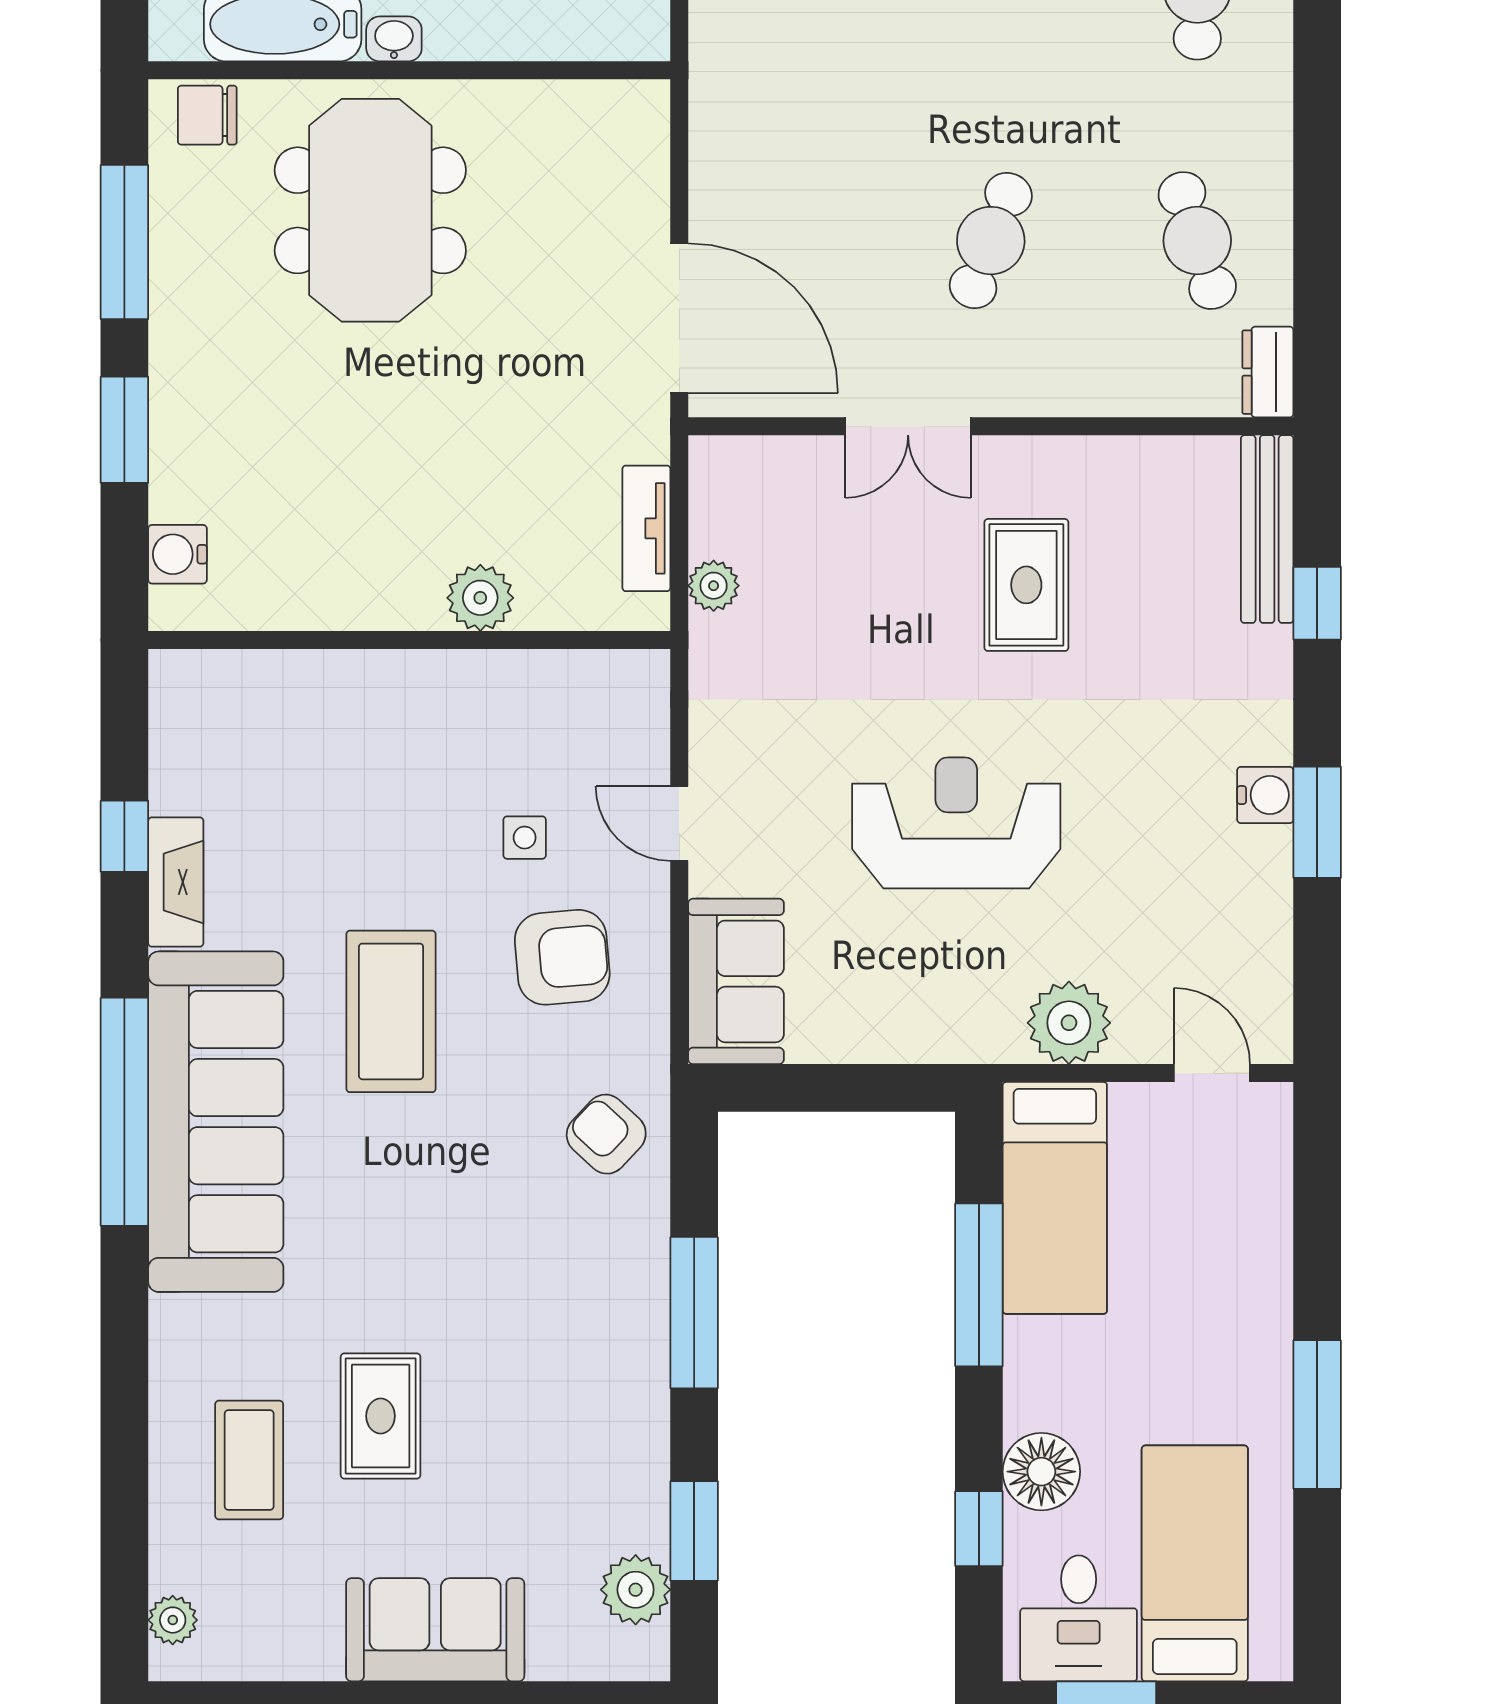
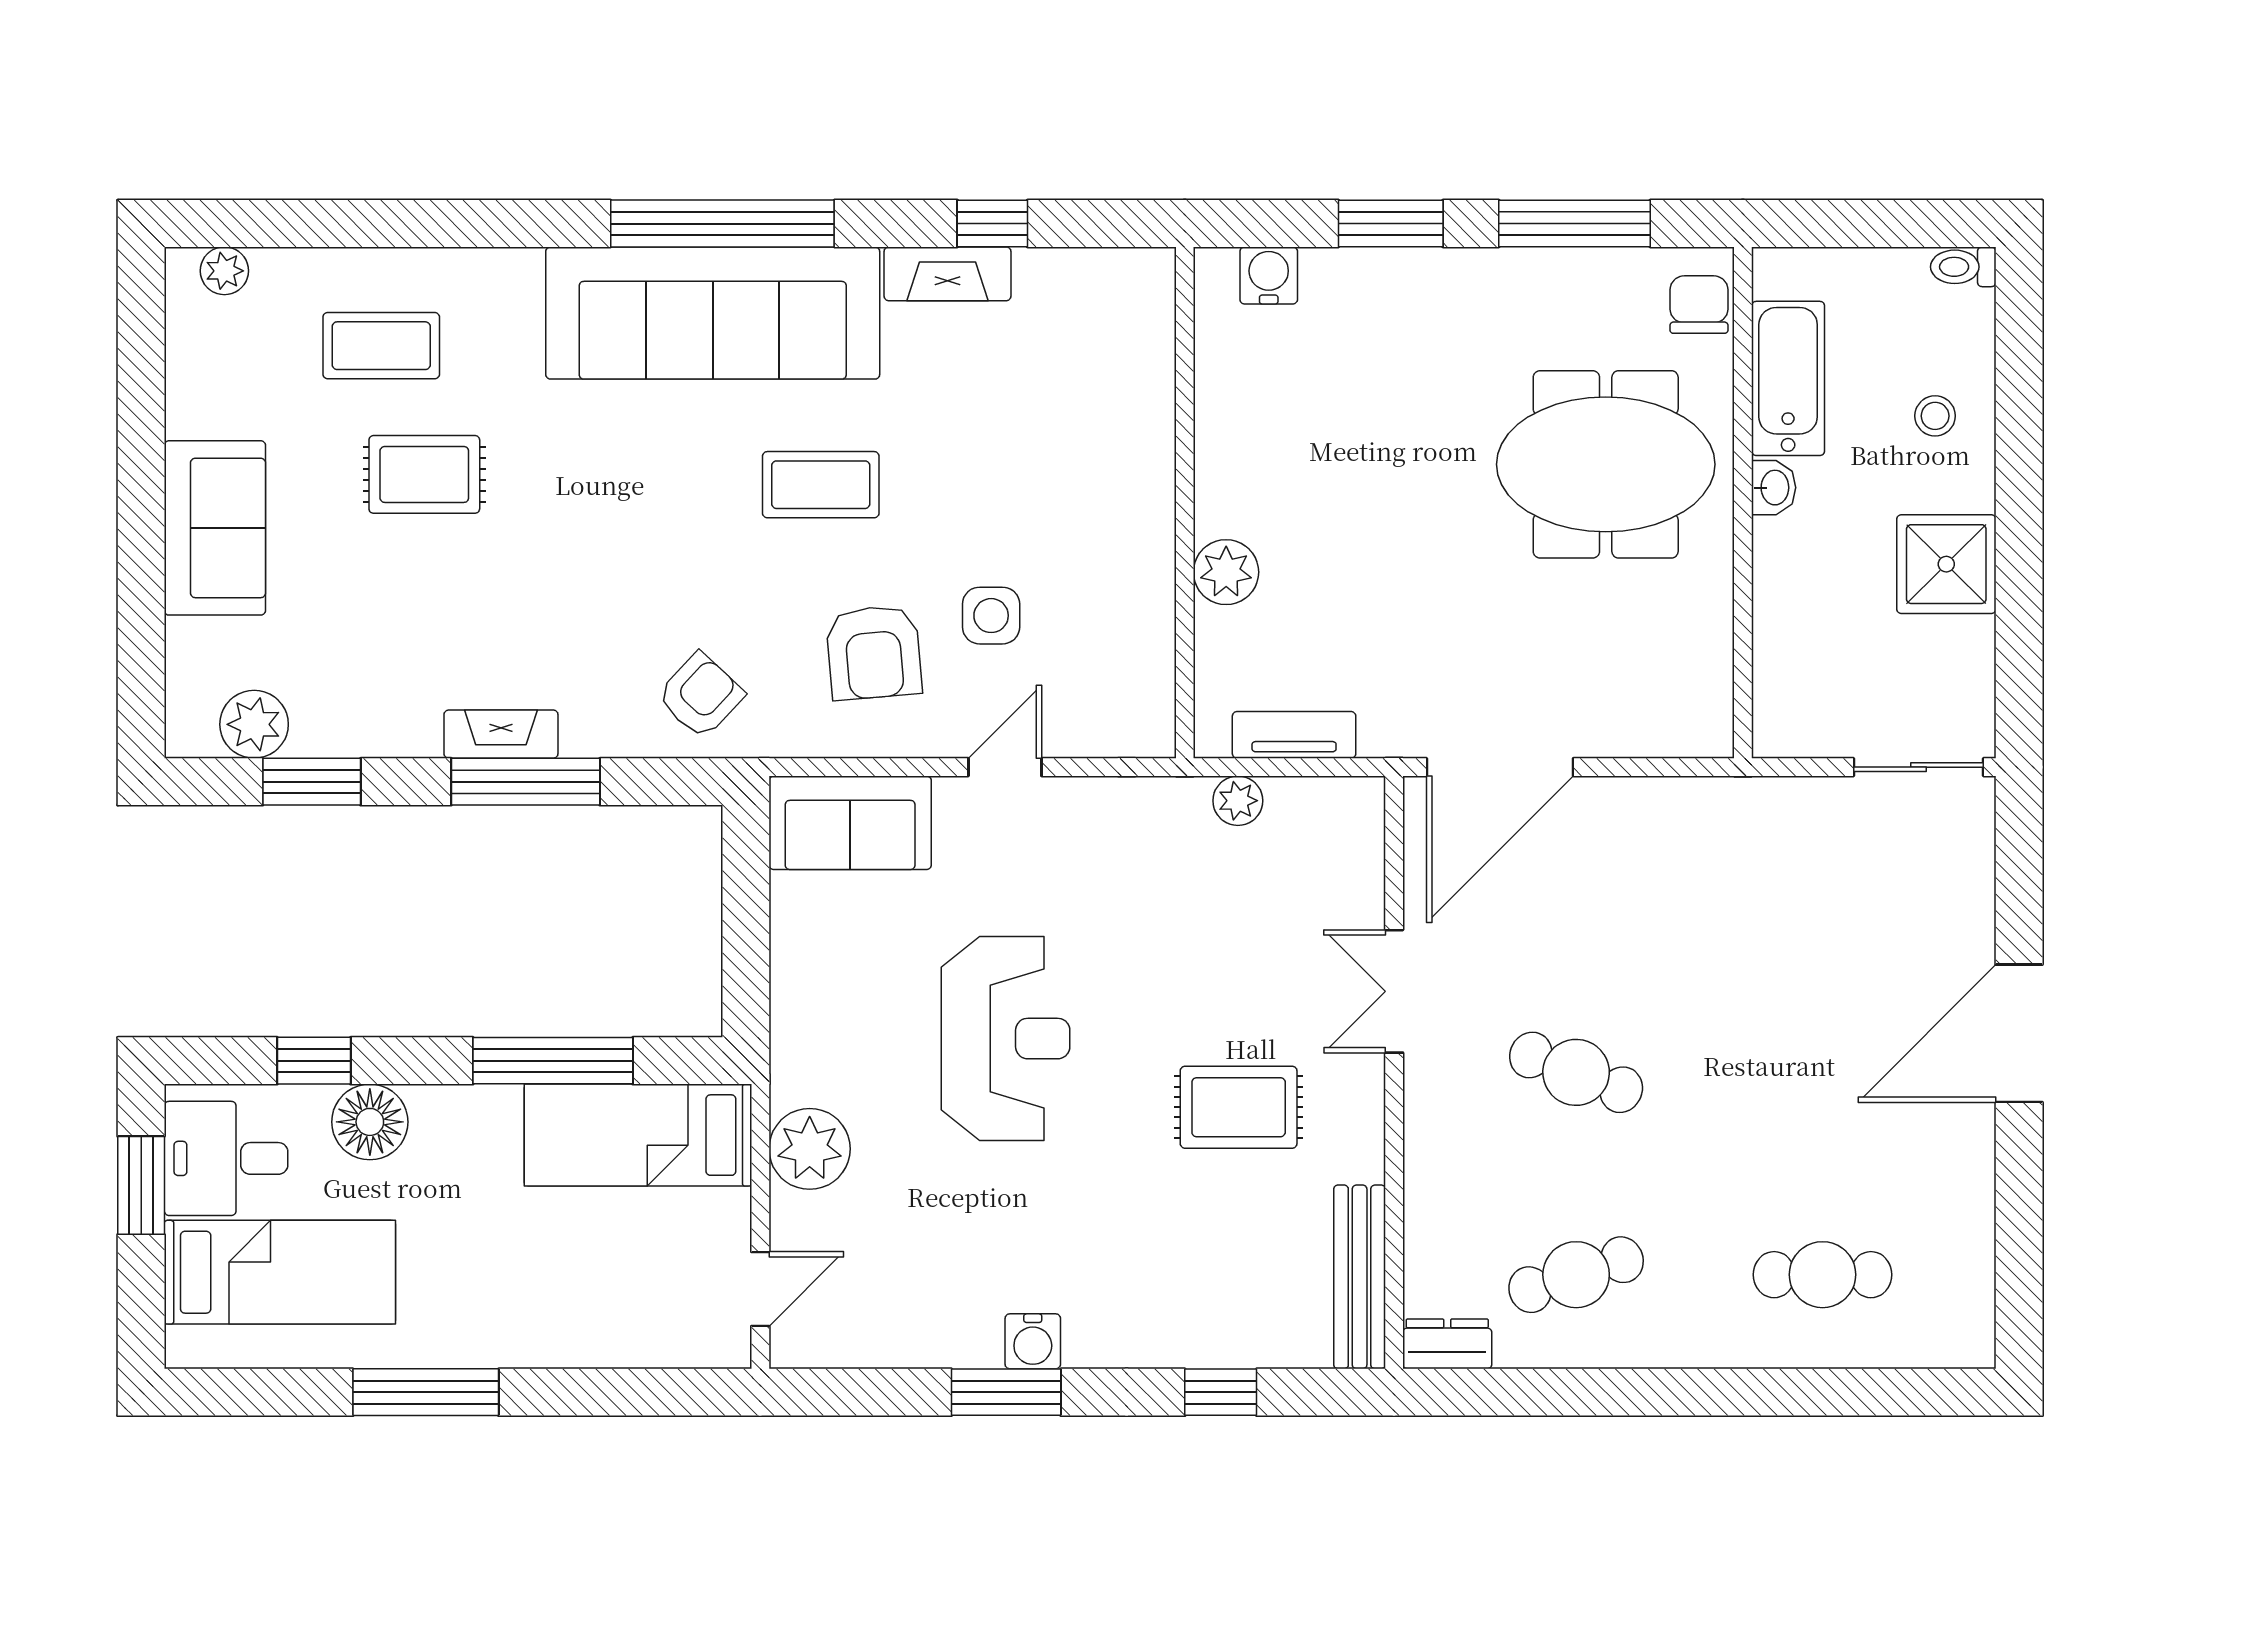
bench: (1267, 529) -> (1360, 1277), moved, turned 90
side table: (525, 838) -> (991, 616), width x1.37, depth x1.37
coffee table: (391, 1011) -> (821, 485), width x0.73, depth x0.76
fireplace: (646, 1338) -> (501, 734), added

